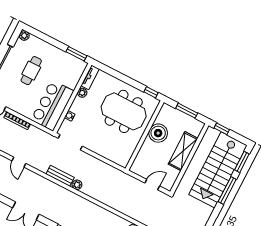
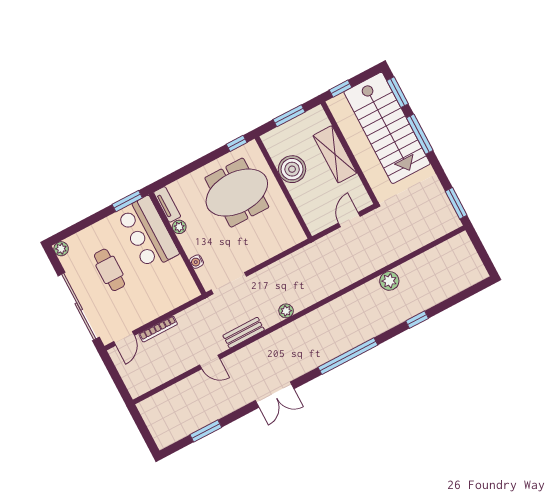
bar counter: (52, 105) -> (148, 233), moved
bench: (60, 176) -> (244, 333), moved

